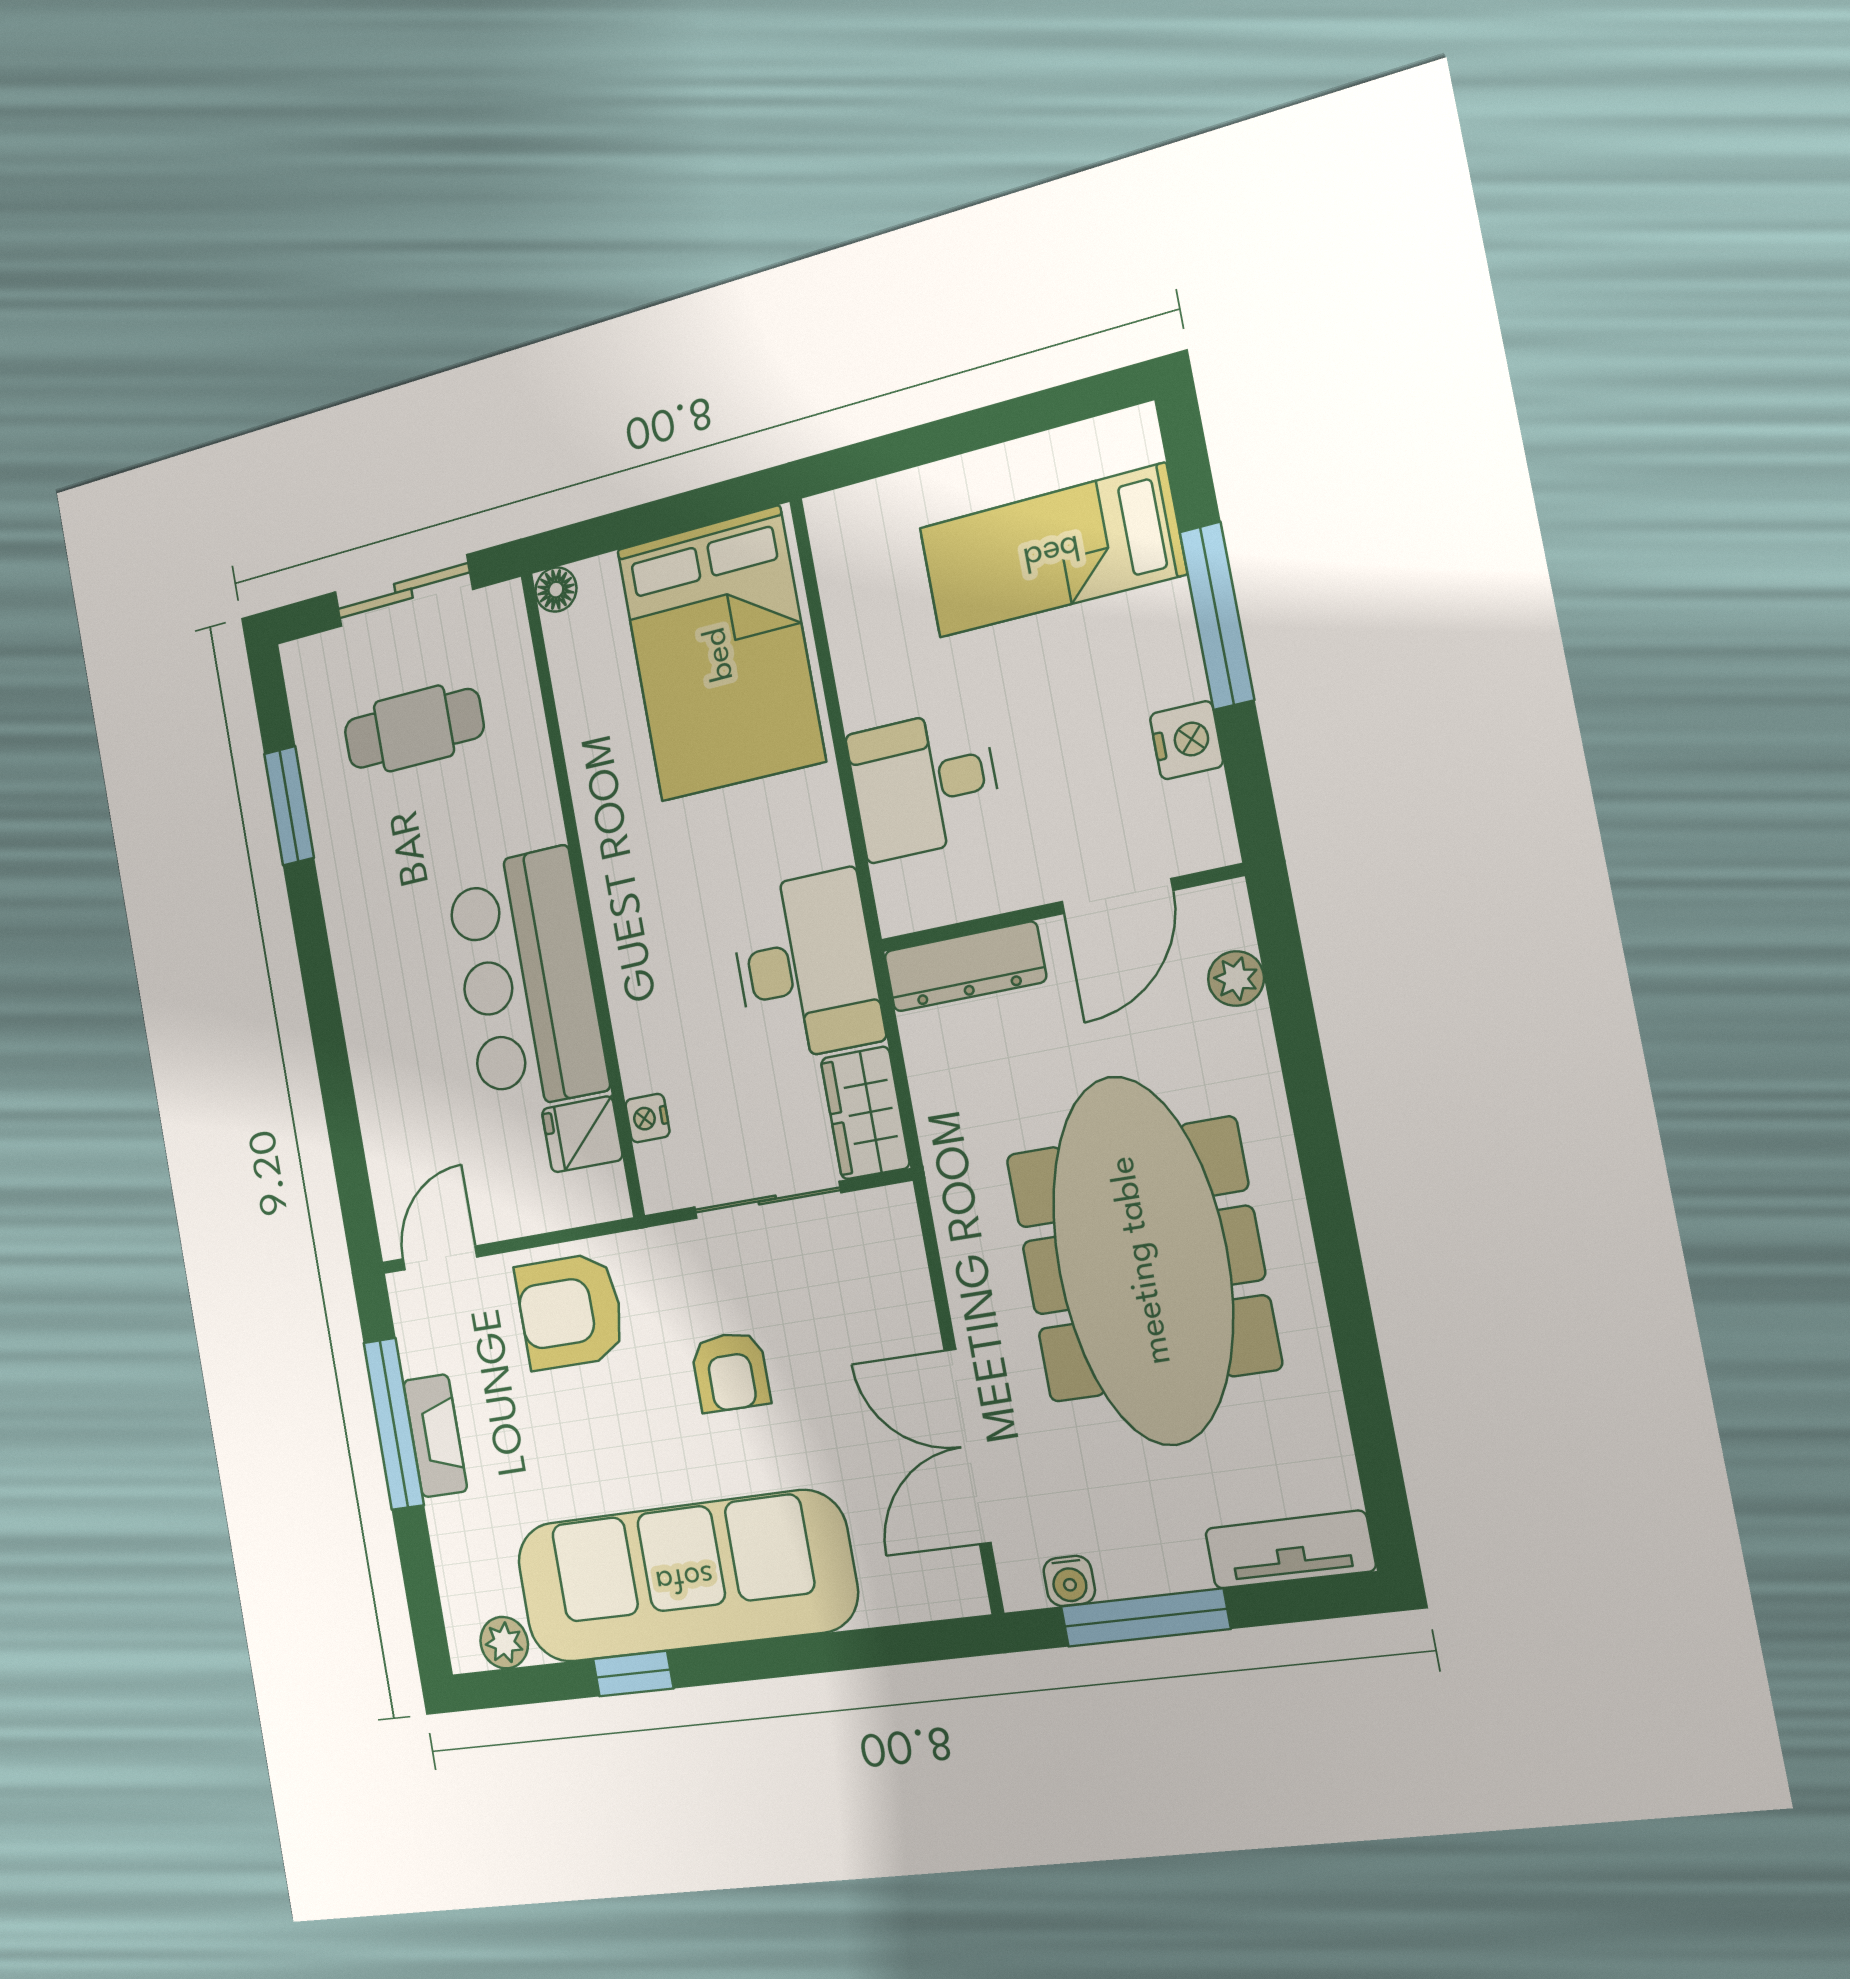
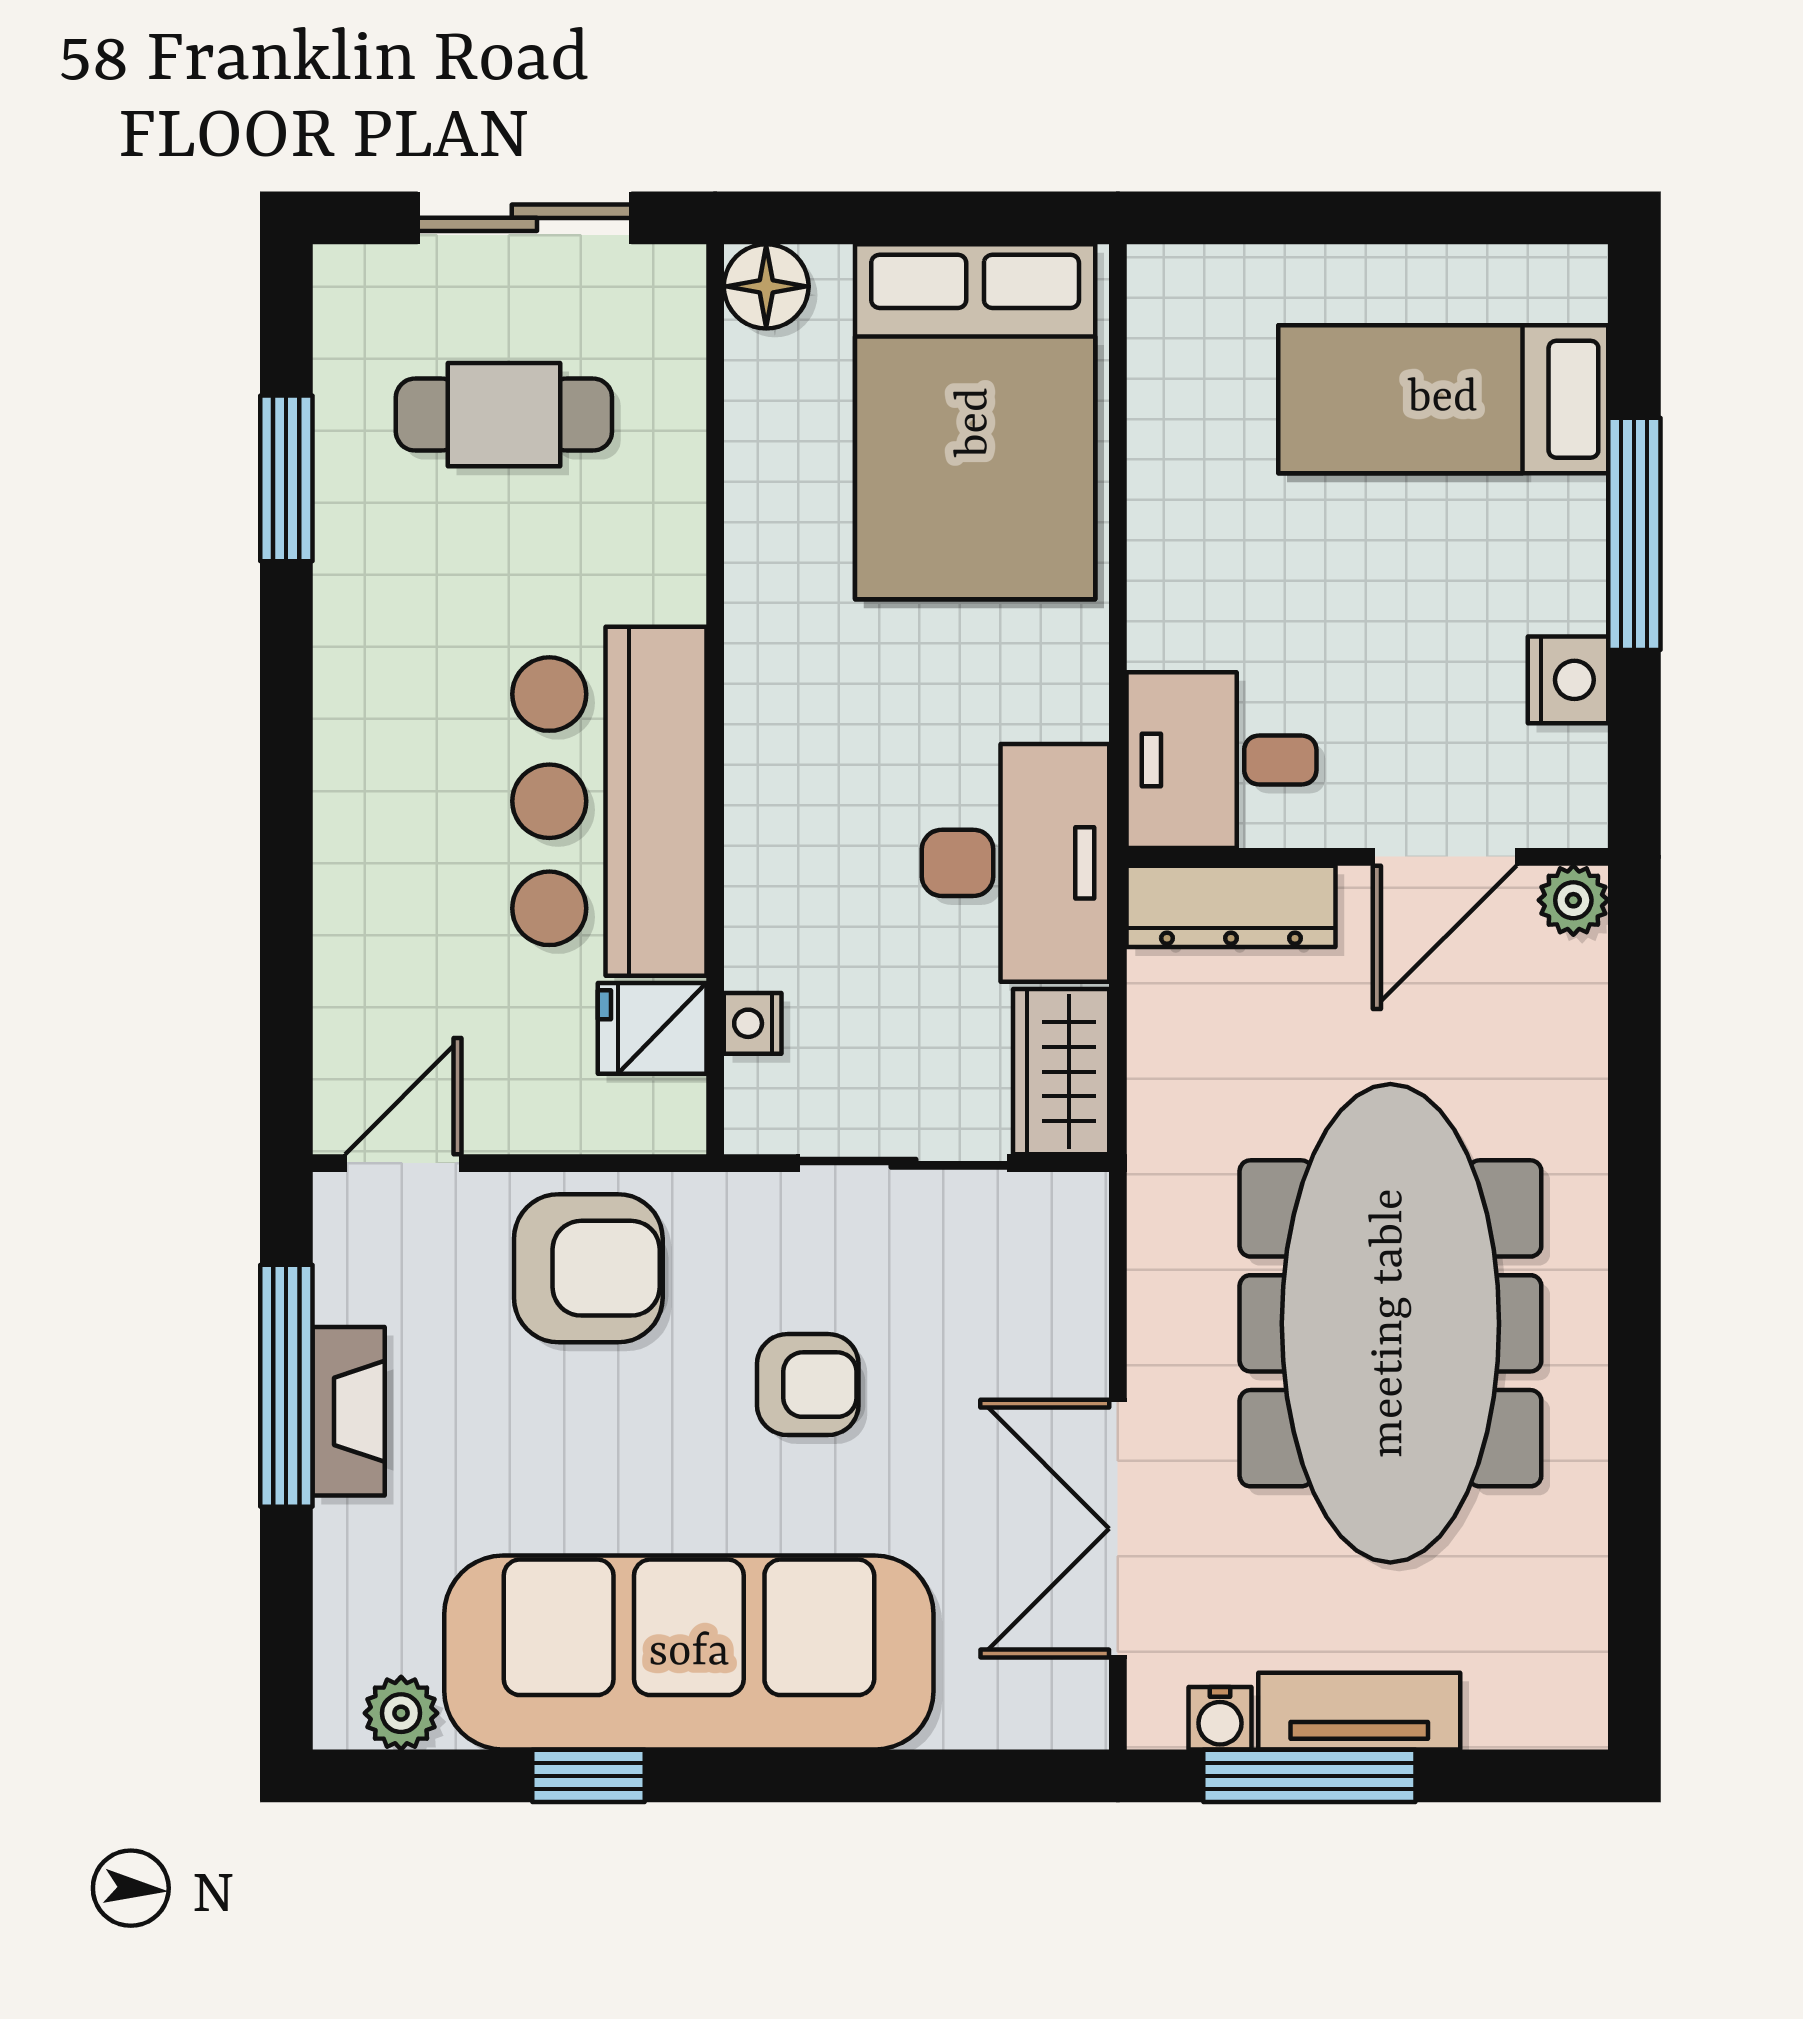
floor lamp: (556, 590) -> (766, 286), width x1.37, depth x1.37
desk: (924, 784) -> (1222, 760), moved
plant: (1236, 979) -> (1573, 900), moved
armchair: (570, 1311) -> (588, 1268), turned 180
armchair: (730, 1372) -> (808, 1385), turned -90
tv unit: (1290, 1550) -> (1359, 1711), moved

